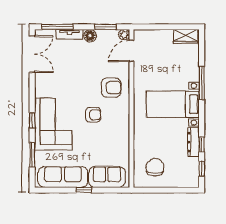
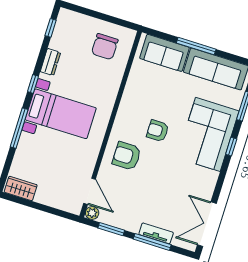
window: (57, 27) -> (152, 242), moved
floor lamp: (90, 36) -> (132, 225), removed
door: (131, 51) -> (90, 191), hinge flipped
dresser: (193, 142) -> (50, 62), width x0.70
window: (202, 145) -> (33, 84), moved
window: (84, 190) -> (196, 46), width x2.17

